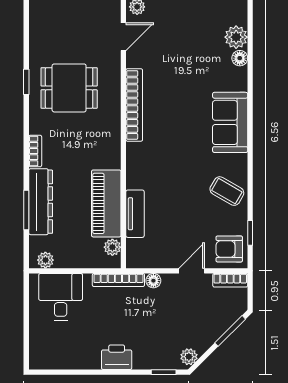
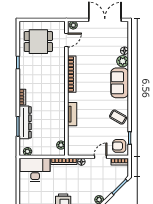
plant: (236, 37) -> (123, 61), moved
dining table: (69, 88) -> (38, 42), moved
piano: (106, 203) -> (58, 123), removed
tv unit: (135, 214) -> (72, 114), moved
desk: (61, 297) -> (35, 170), width x1.37

